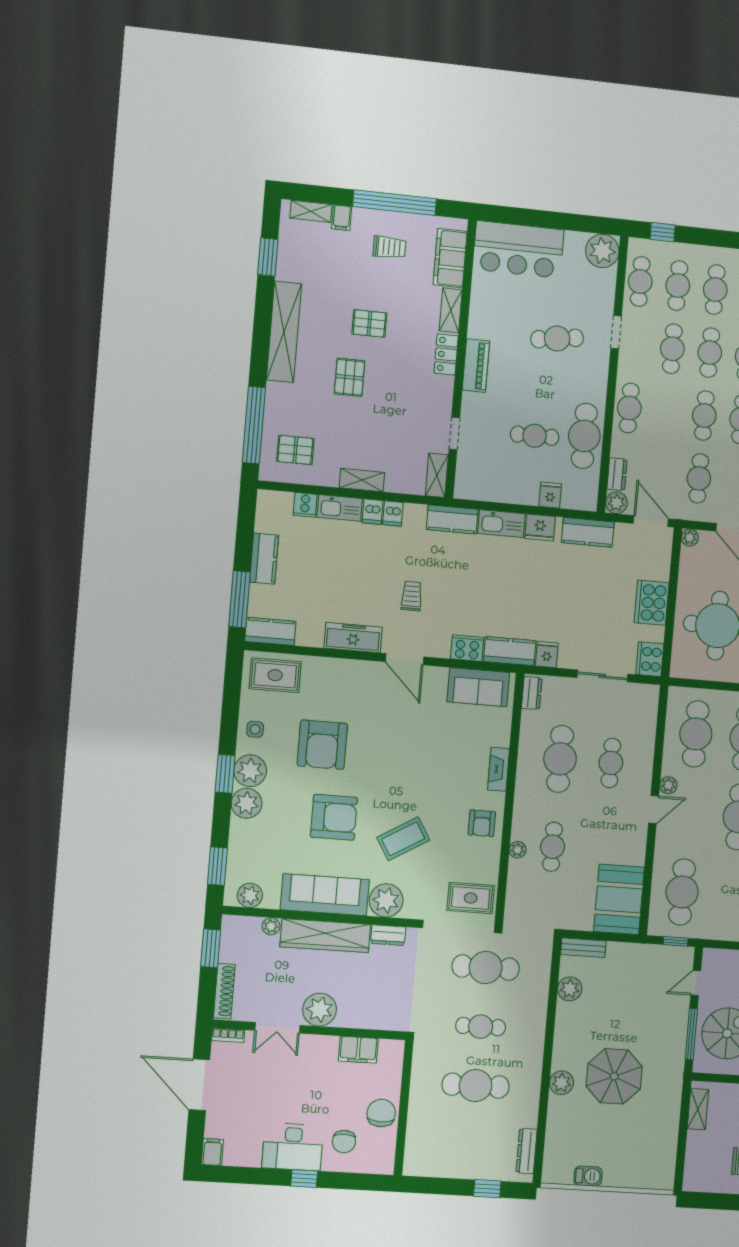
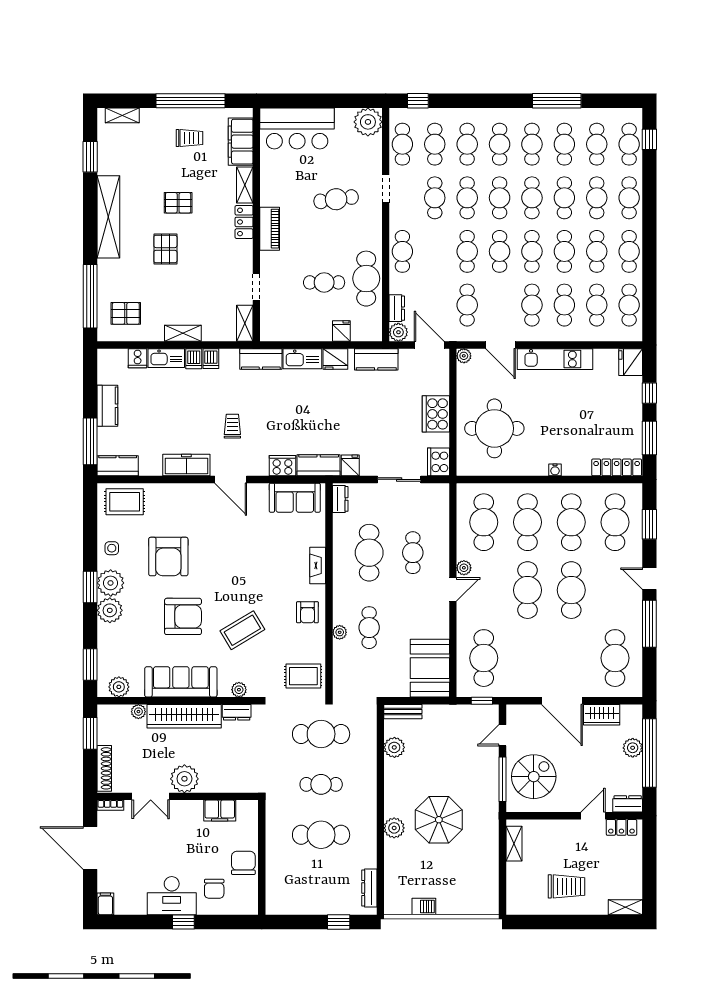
filing cabinet: (342, 218) -> (148, 118), removed
plant: (386, 900) -> (239, 690), width x0.53, depth x0.53

